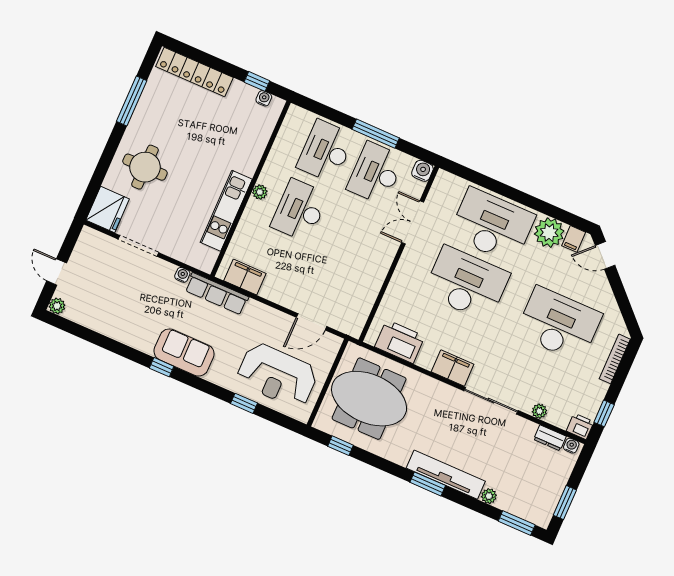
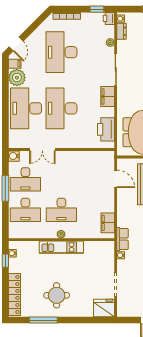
round table: (145, 167) -> (57, 295), moved
kitchen unit: (226, 211) -> (61, 247), moved
row of seats: (217, 294) -> (123, 239), width x0.68

